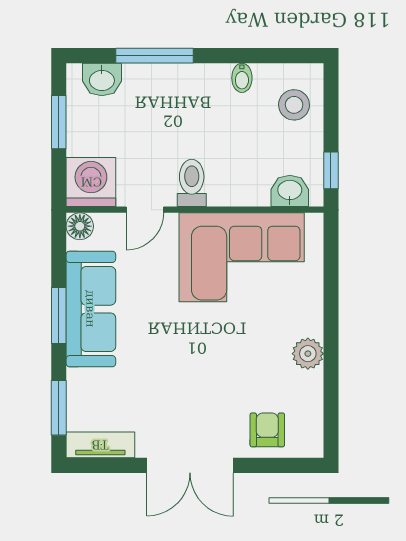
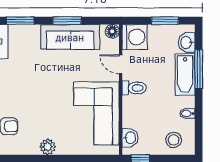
bathtub: (165, 83) -> (185, 74), added

